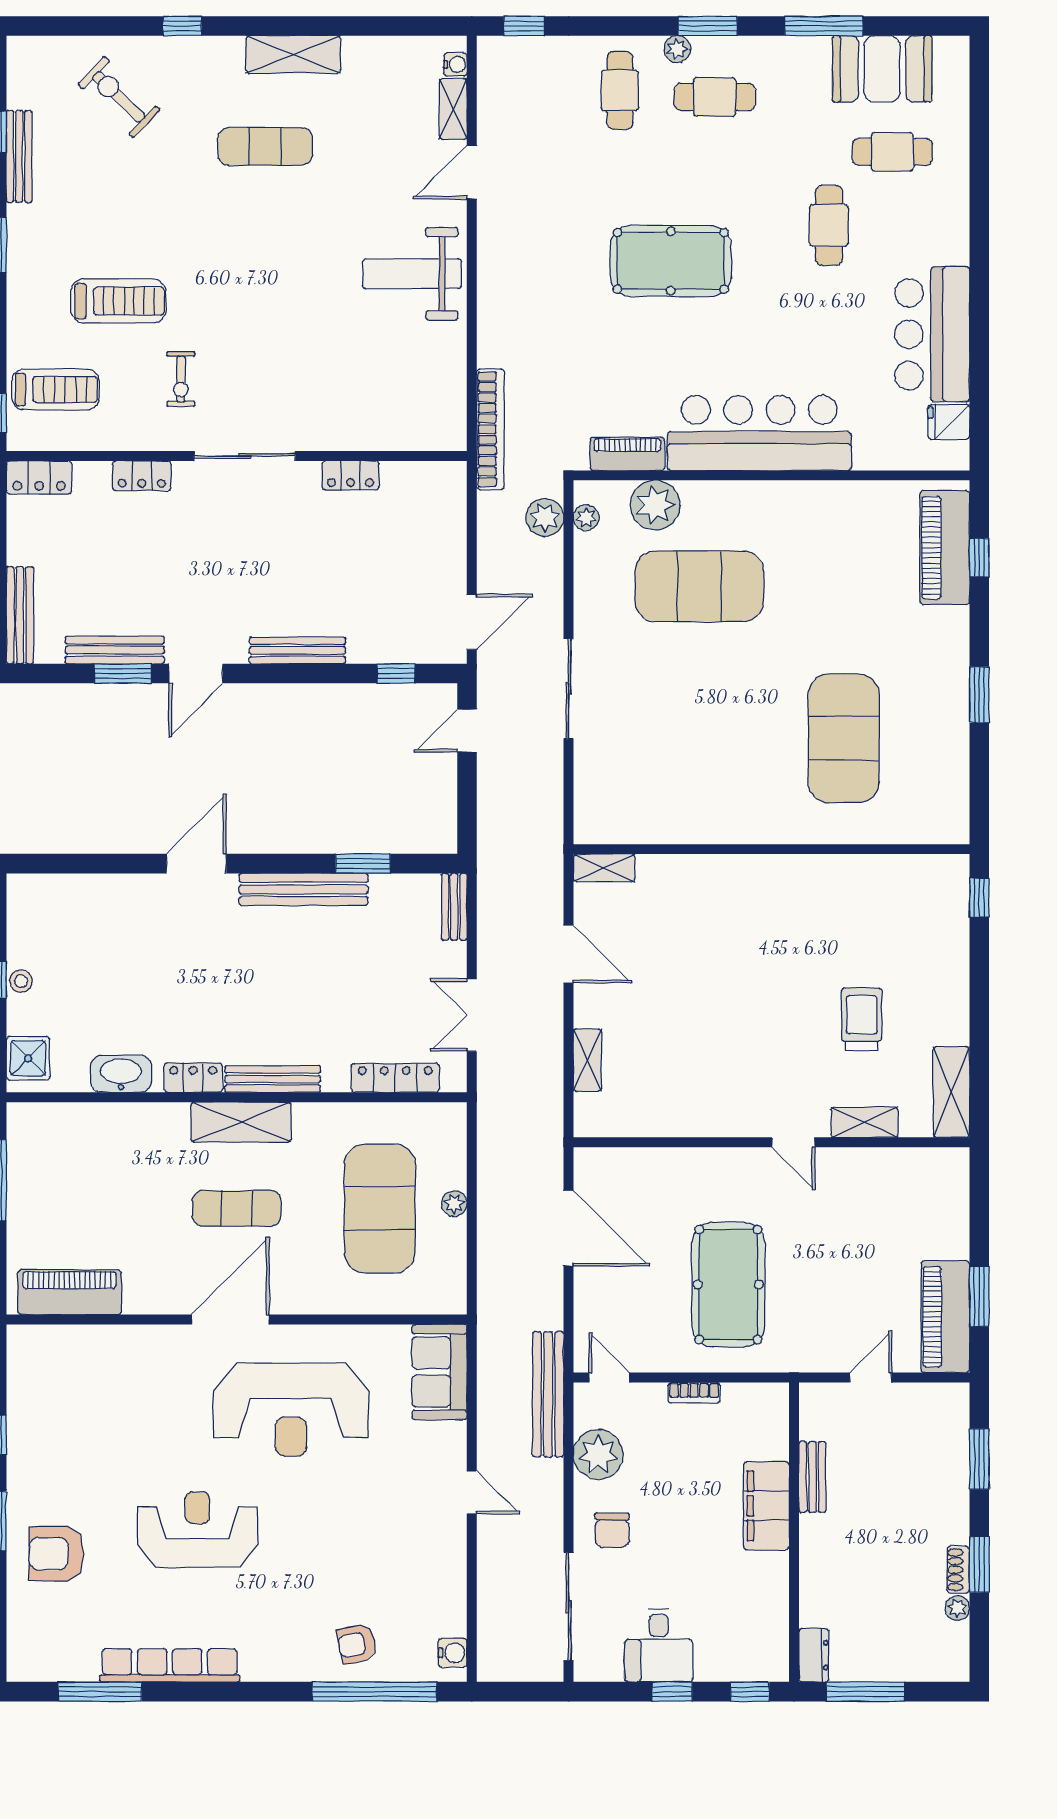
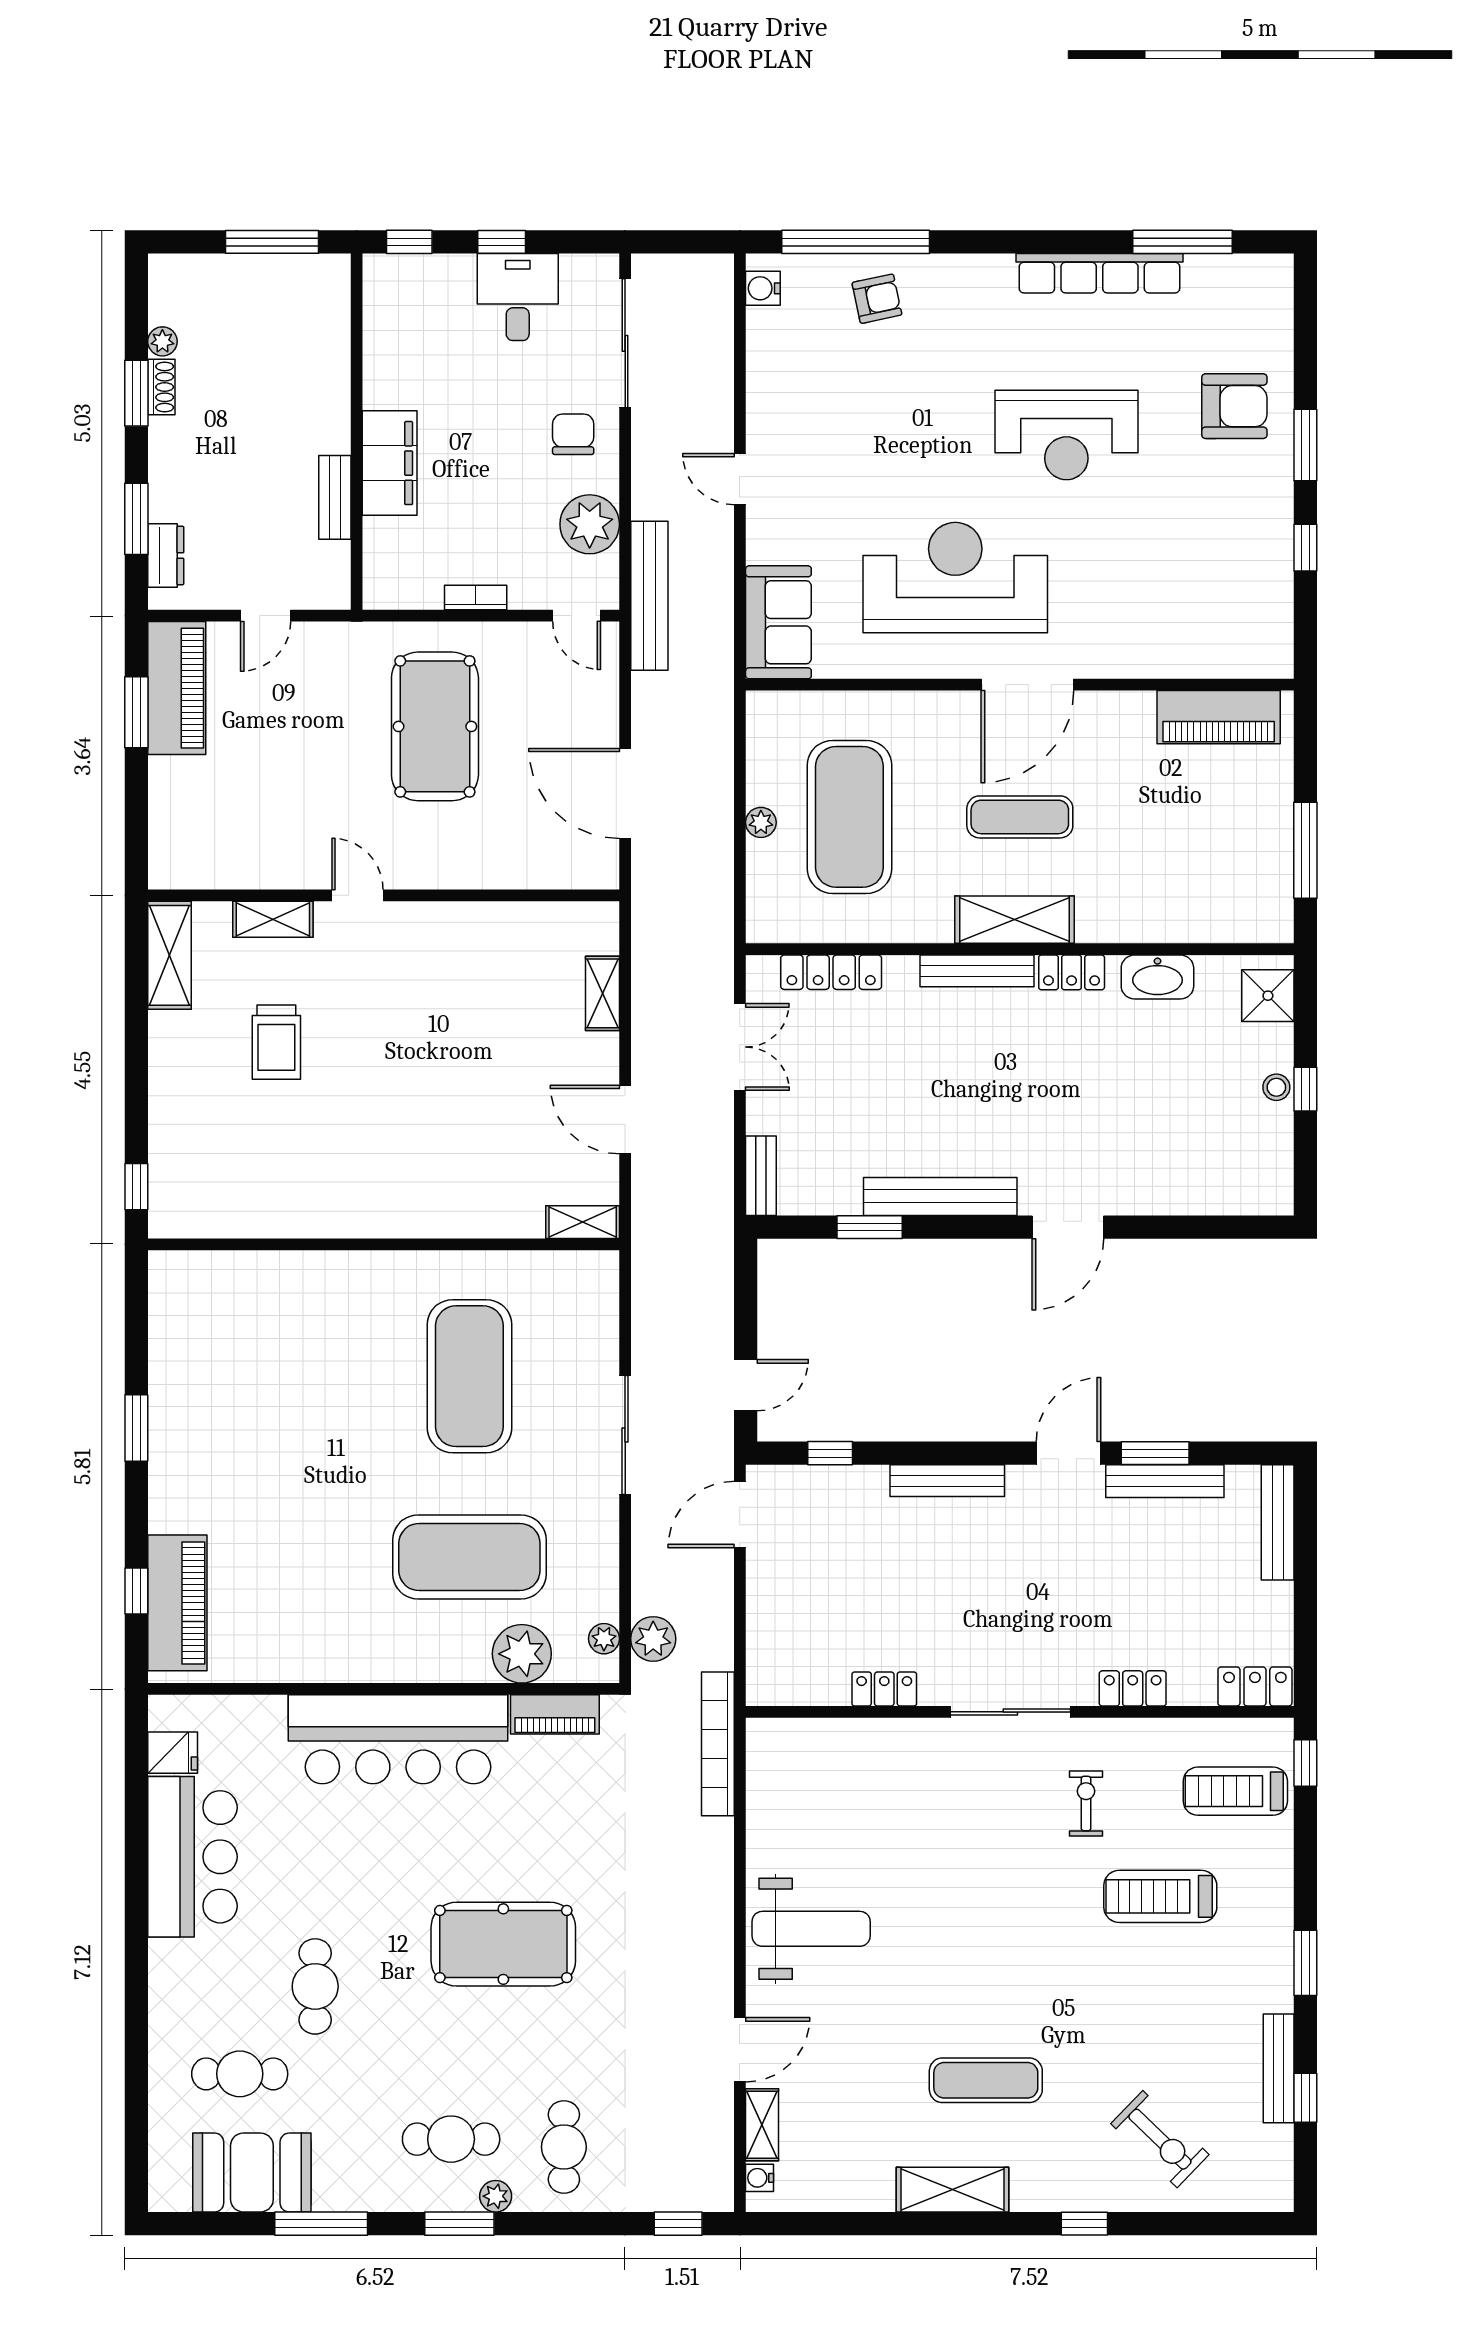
exercise mat: (844, 738) -> (469, 1376), moved
dresser: (814, 1655) -> (166, 555), moved, turned 180

